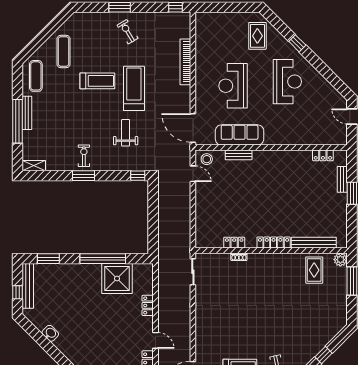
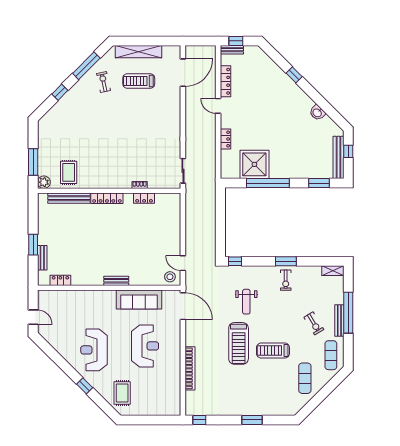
exercise bike: (128, 32) -> (314, 323), moved
bench: (239, 155) -> (116, 281), moved

